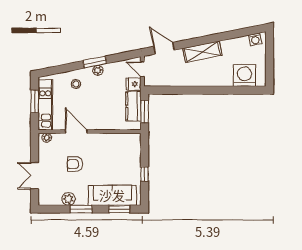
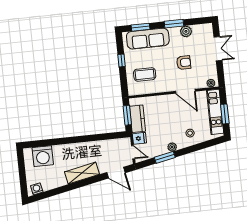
window: (95, 62) -> (165, 157), moved
coffee table: (120, 155) -> (145, 74), added

